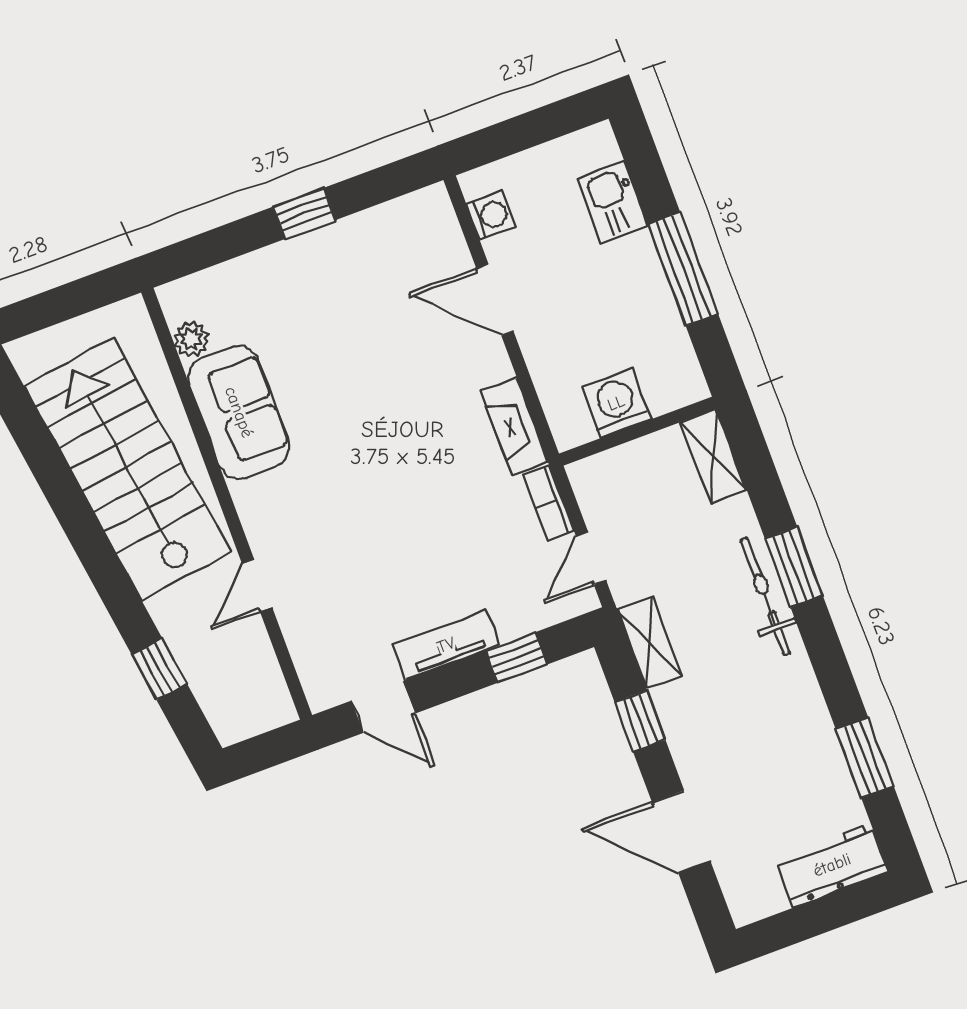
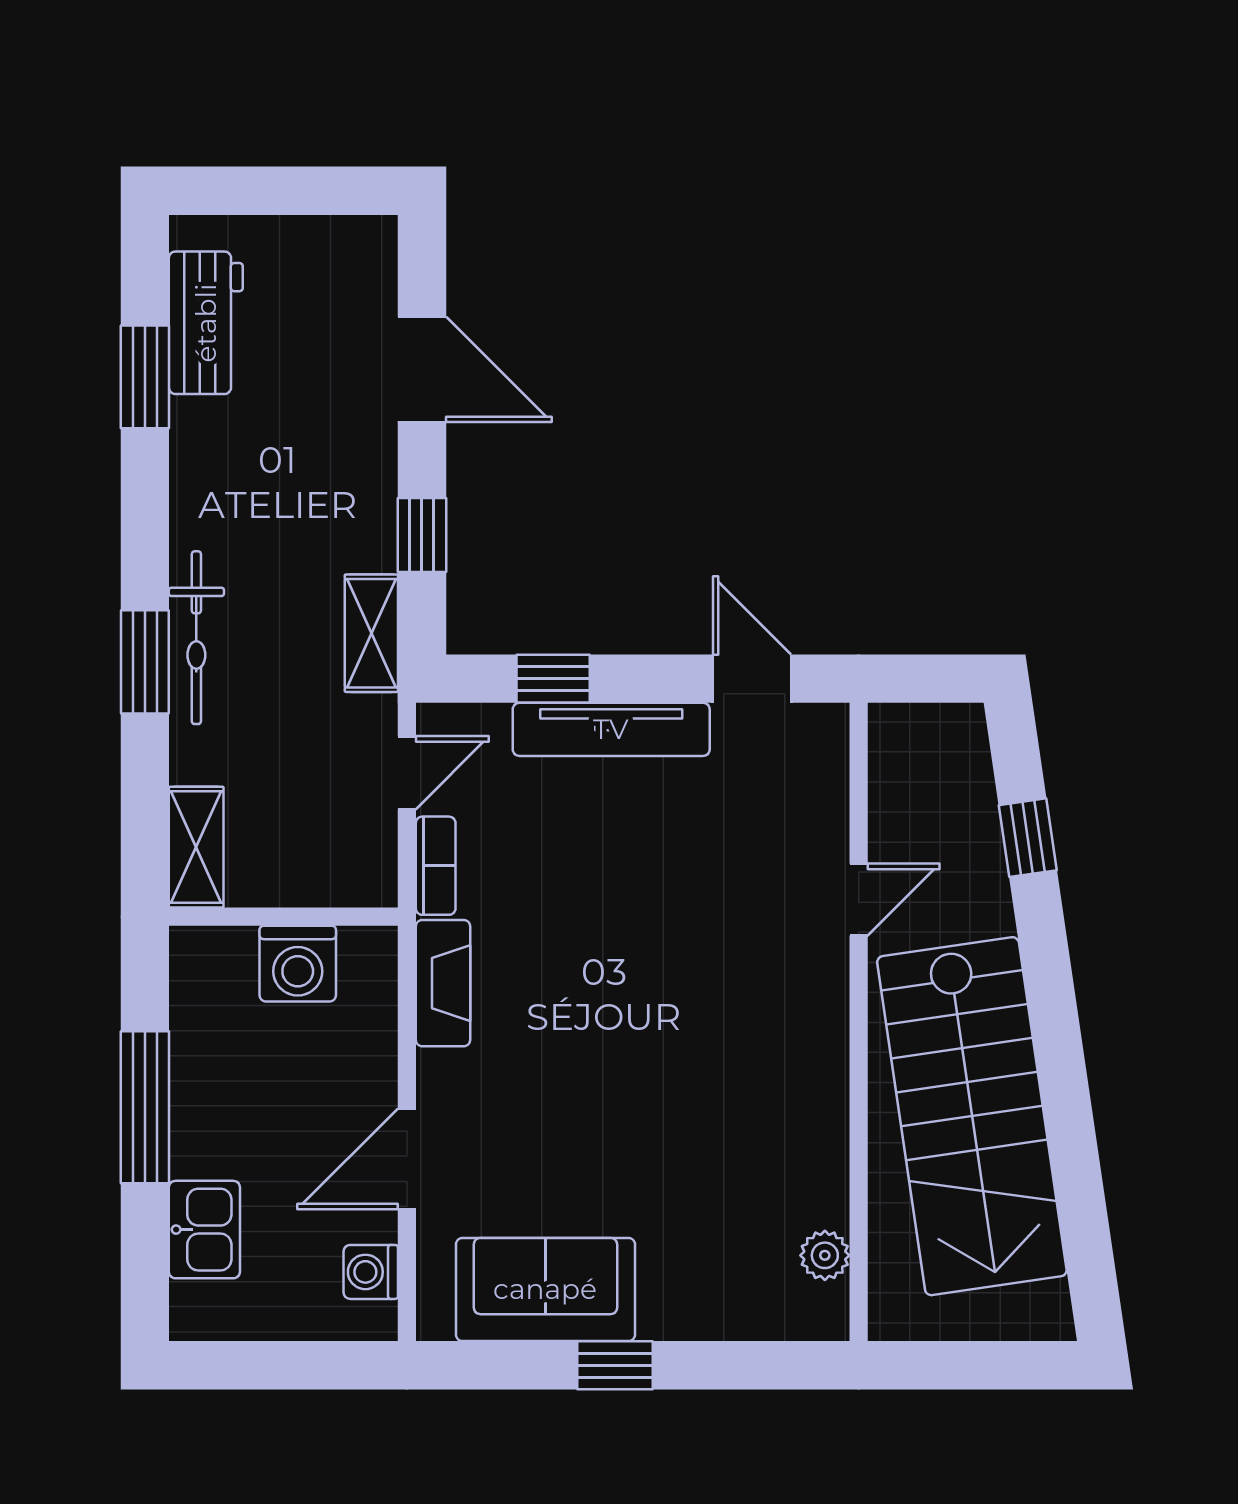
door: (495, 300) -> (407, 1159), swing flipped
sofa: (239, 412) -> (545, 1289), moved, turned 90
tv unit: (446, 645) -> (611, 729), width x1.41
workbench: (832, 865) -> (206, 323), moved, turned -90

